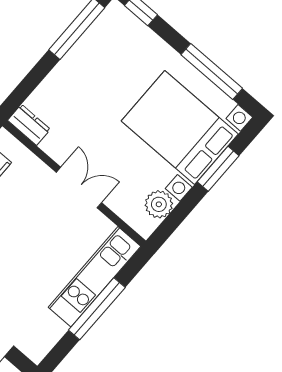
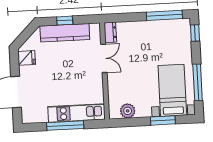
bed with nightstands: (180, 127) -> (172, 90), width x0.73
double door: (79, 188) -> (104, 58), moved

